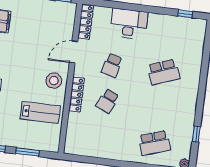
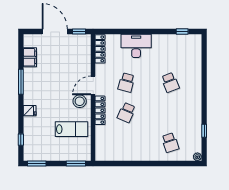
door: (74, 52) -> (93, 85), moved
school desk: (163, 72) -> (170, 82), width x0.54
school desk: (155, 143) -> (170, 143), width x0.54
window: (27, 152) -> (76, 164), moved

